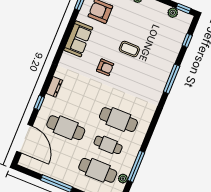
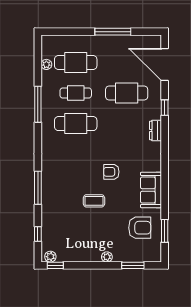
plant: (173, 13) -> (50, 257), moved
window: (136, 166) -> (38, 104), moved

